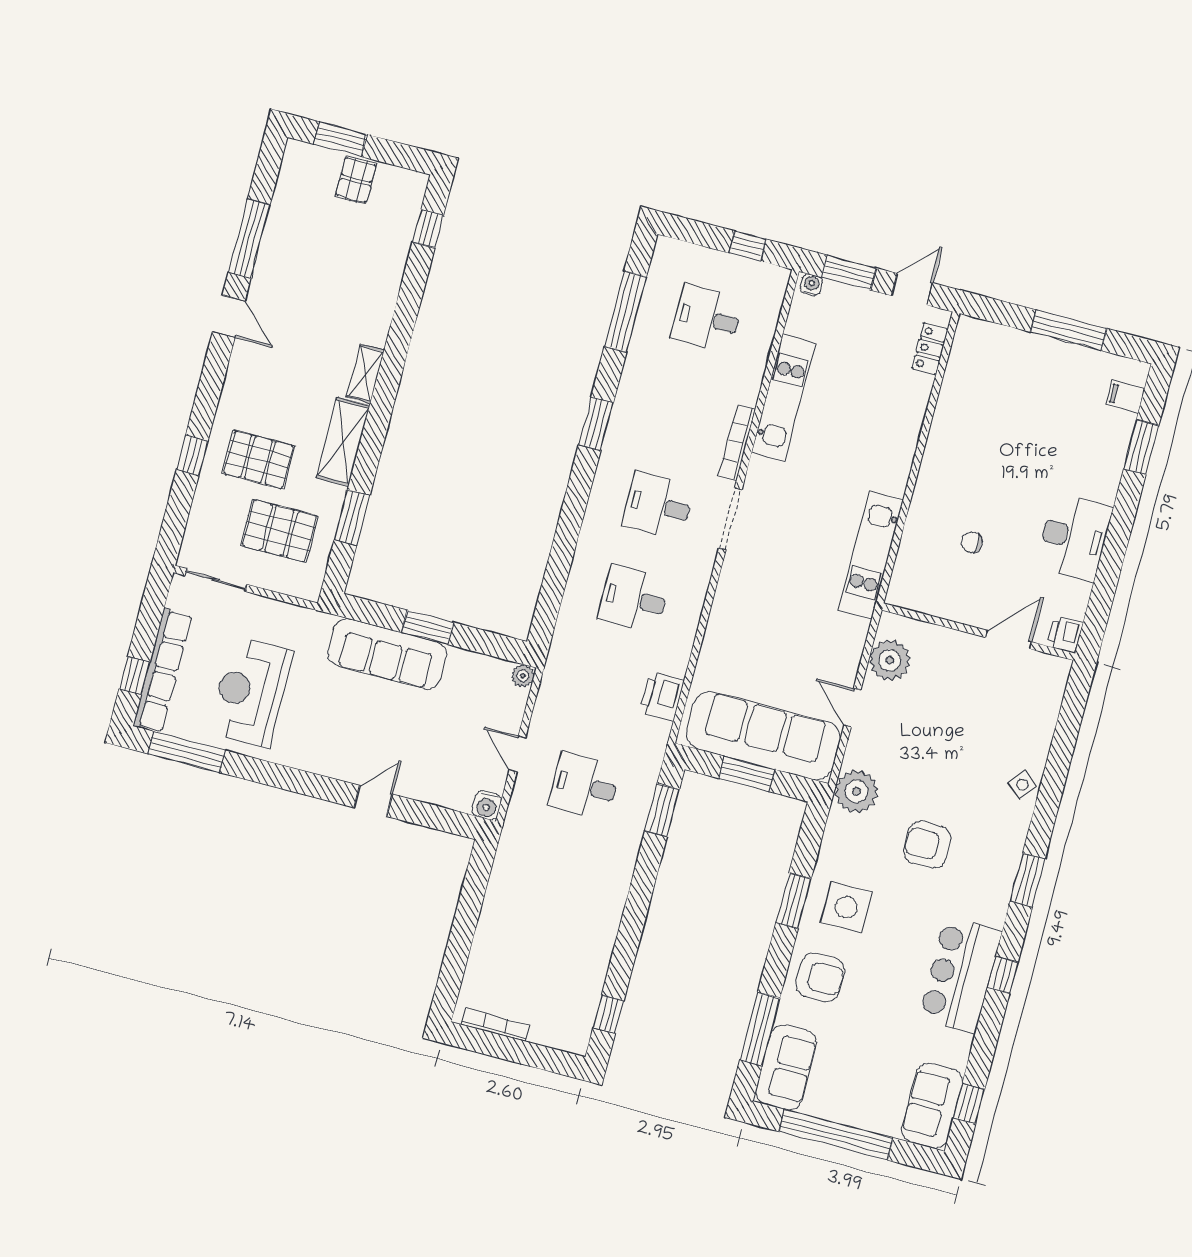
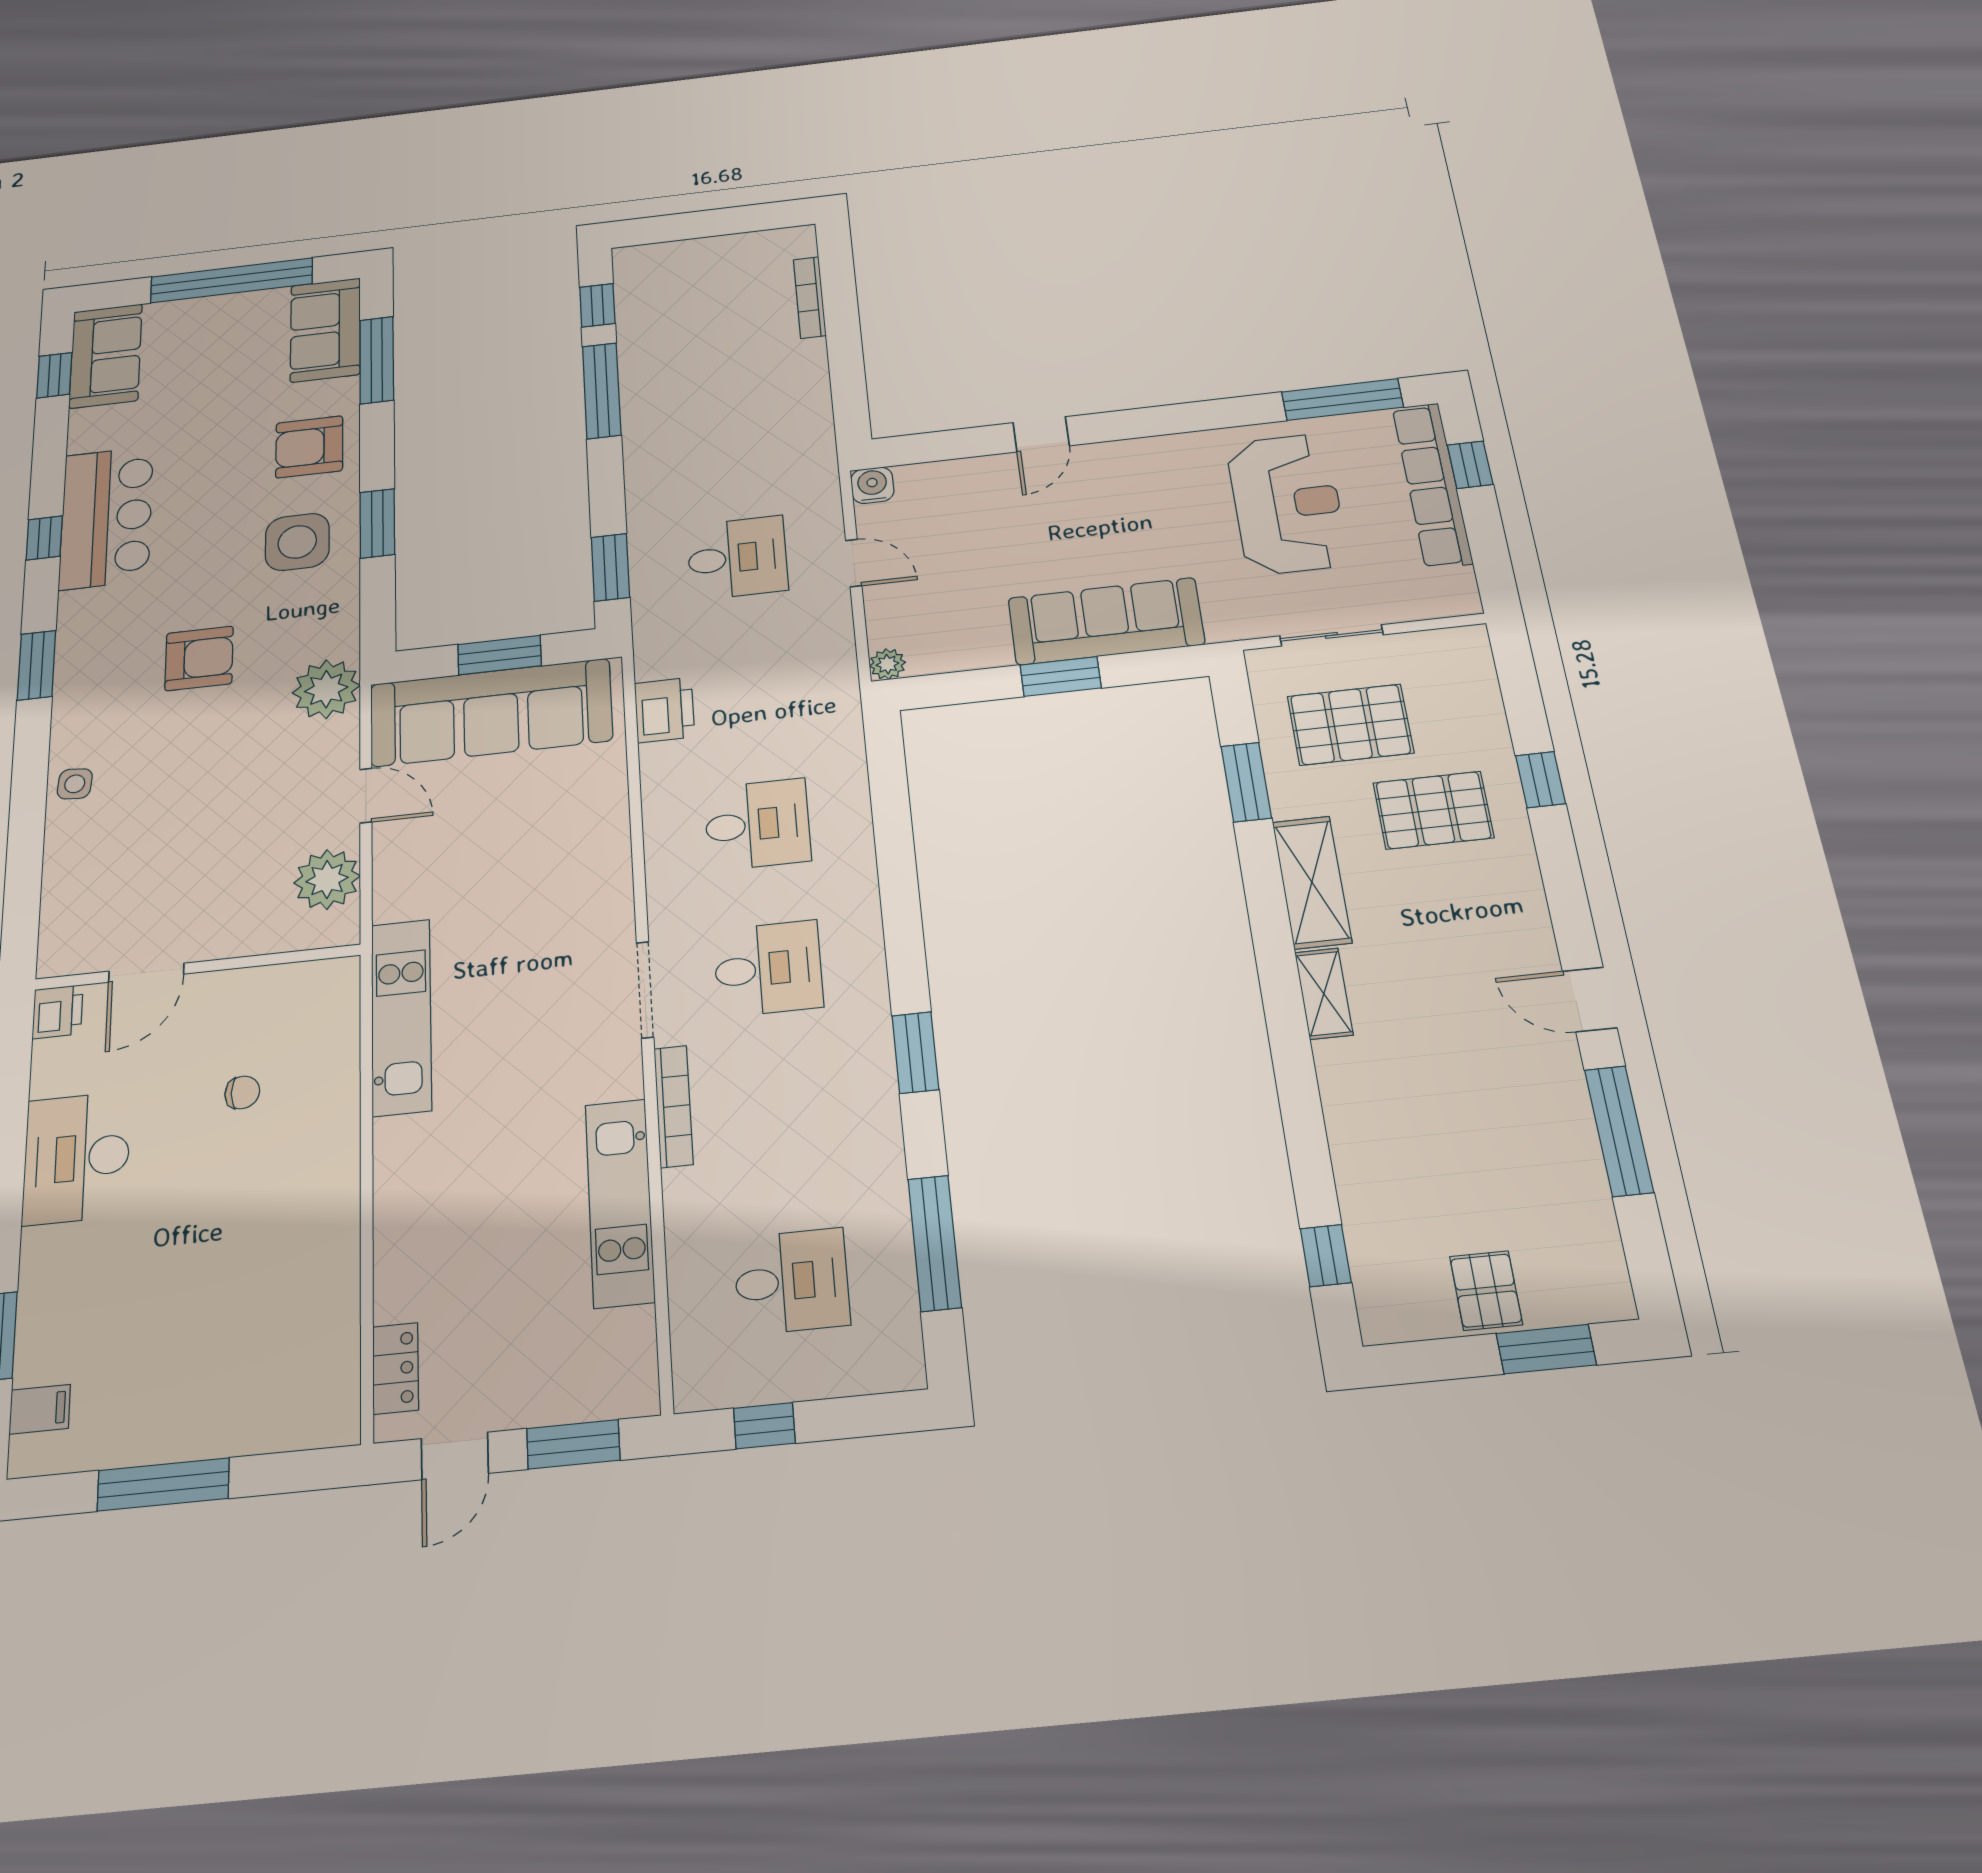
water cooler: (811, 285) -> (632, 1400), removed
sliding door: (216, 580) -> (1331, 635), moved
side table: (1022, 785) -> (75, 784), turned -36
window: (627, 945) -> (602, 391), added
bookcase: (496, 1025) -> (810, 297), moved, turned 90

